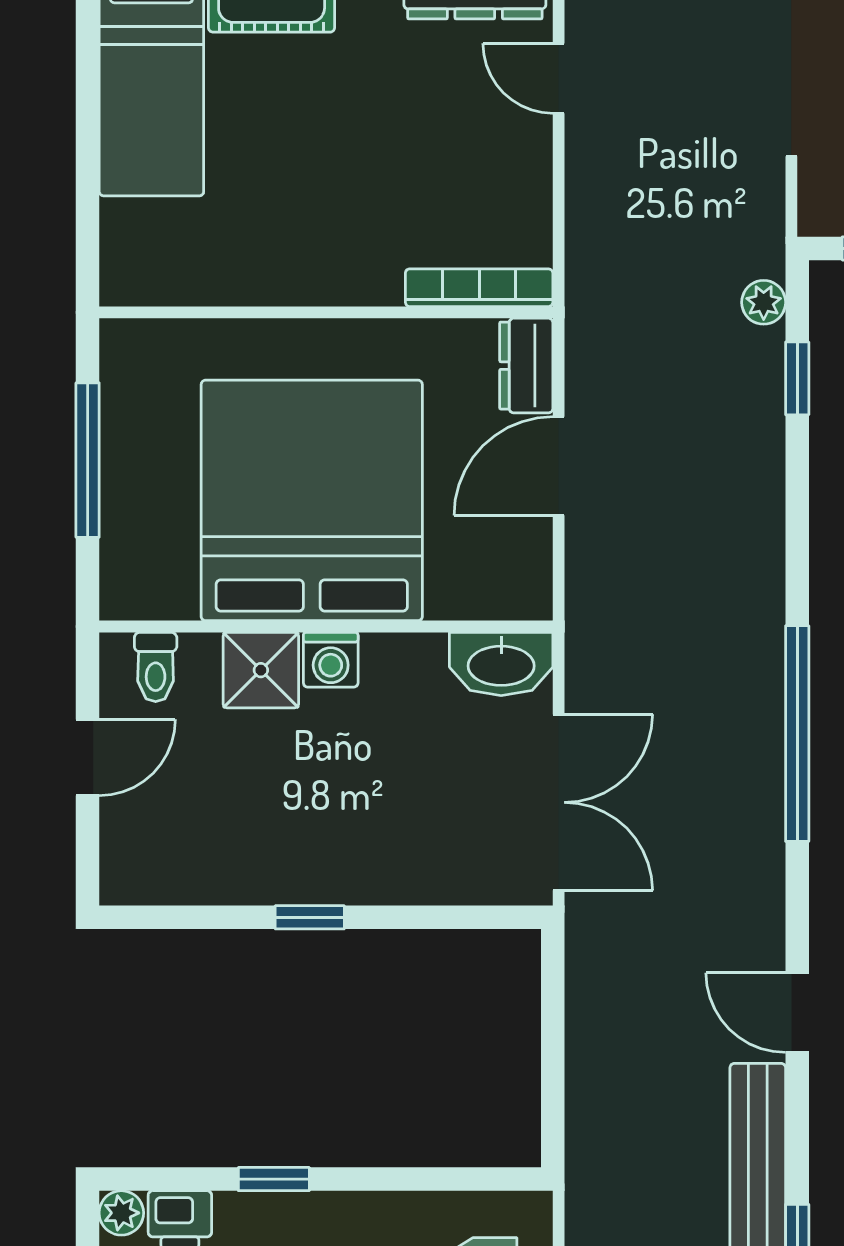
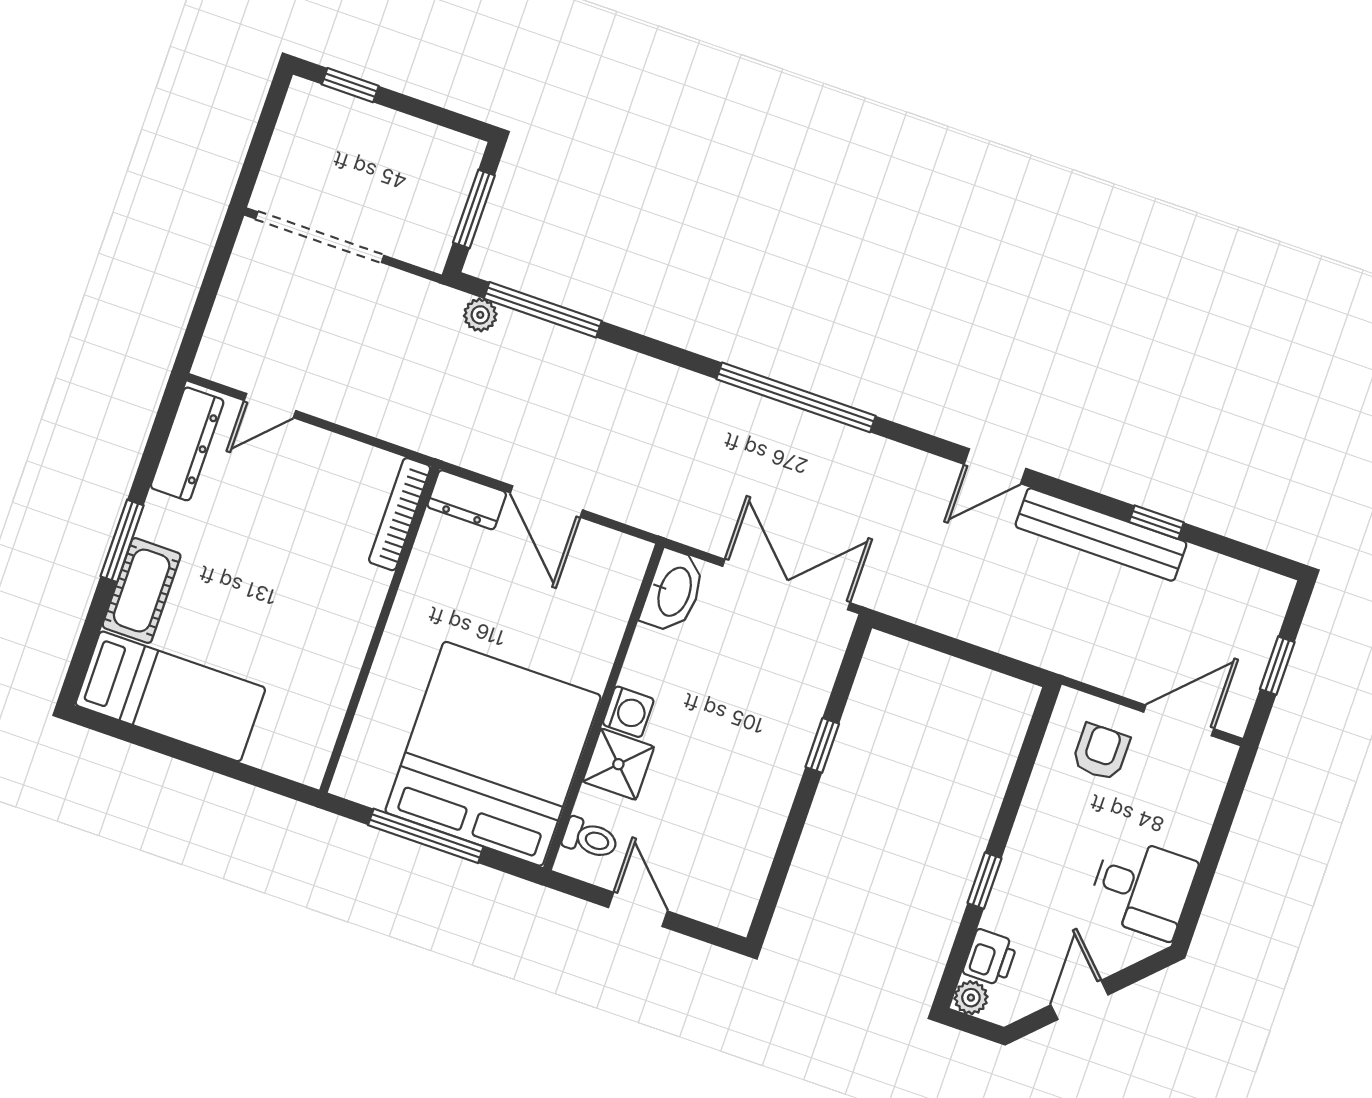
window: (797, 378) -> (543, 310), width x2.17
bed: (312, 500) -> (493, 754), moved, turned 90
window: (310, 917) -> (822, 745), moved

